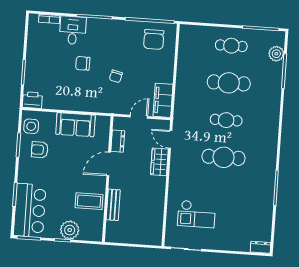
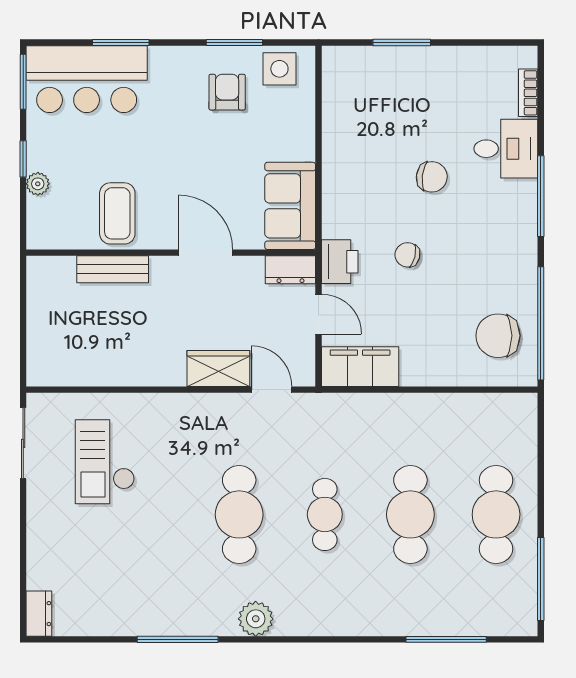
cafe table: (231, 46) -> (496, 514), width x1.37, depth x1.35
plant: (276, 54) -> (256, 619), moved
chair: (83, 63) -> (432, 177), turned 97
printer: (32, 100) -> (340, 262), moved
sofa: (75, 125) -> (290, 206), moved
door: (170, 139) -> (272, 390), hinge flipped
dresser: (118, 141) -> (290, 270), moved
plant: (70, 230) -> (38, 184), width x0.53, depth x0.53

